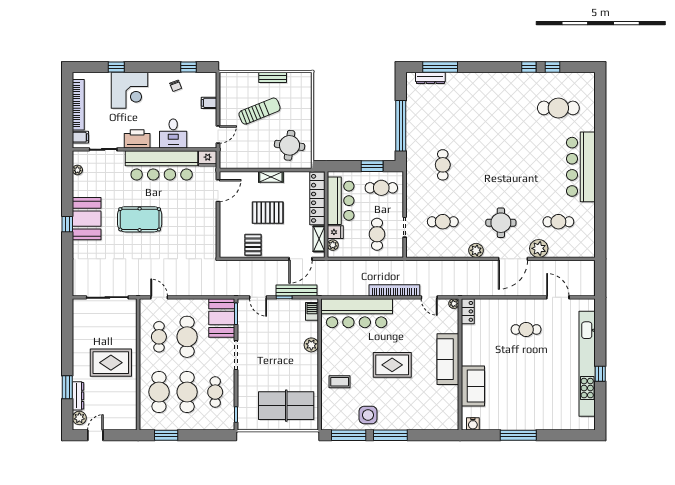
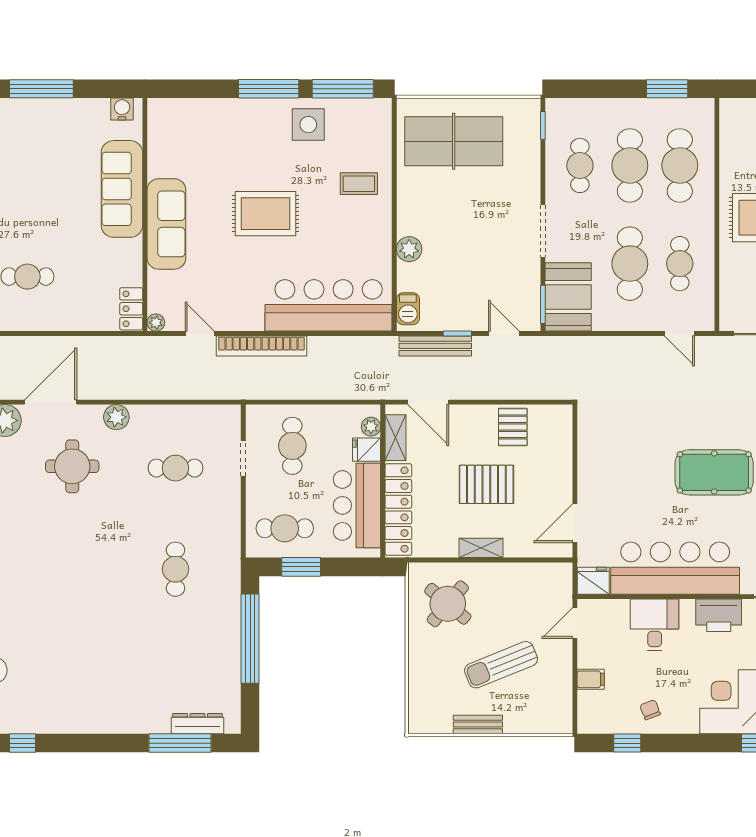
round table: (290, 145) -> (448, 604), turned 33
door: (301, 259) -> (428, 402), swing flipped
sofa: (473, 386) -> (122, 189), width x1.36

